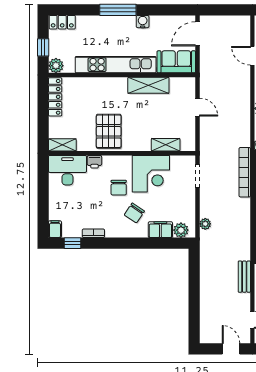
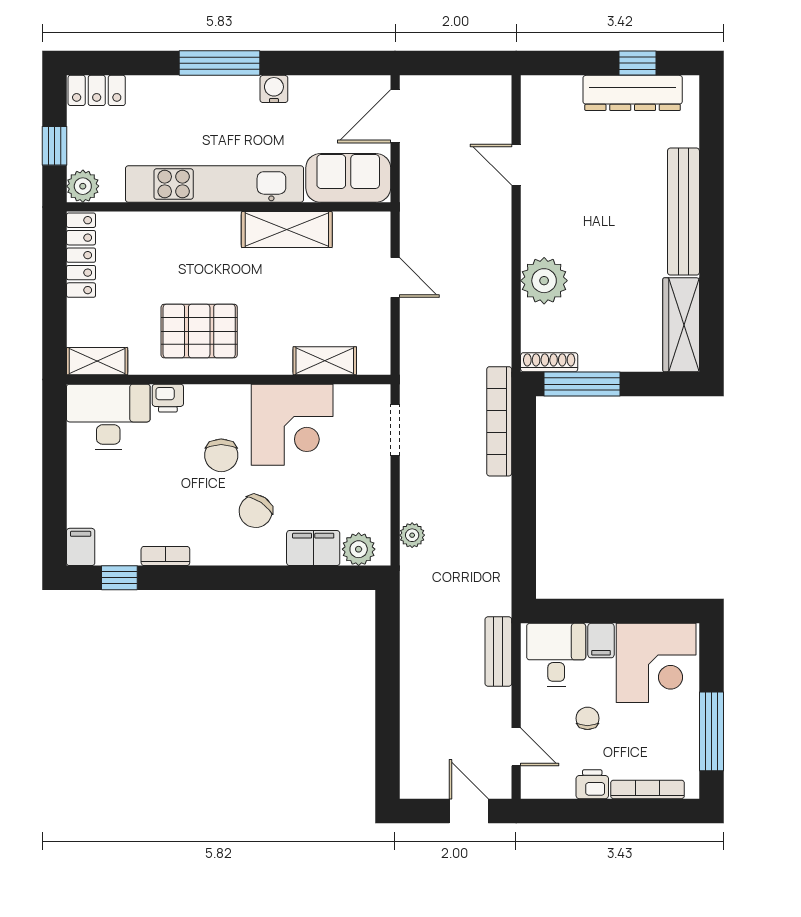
pallet: (109, 131) -> (199, 331), turned 90

